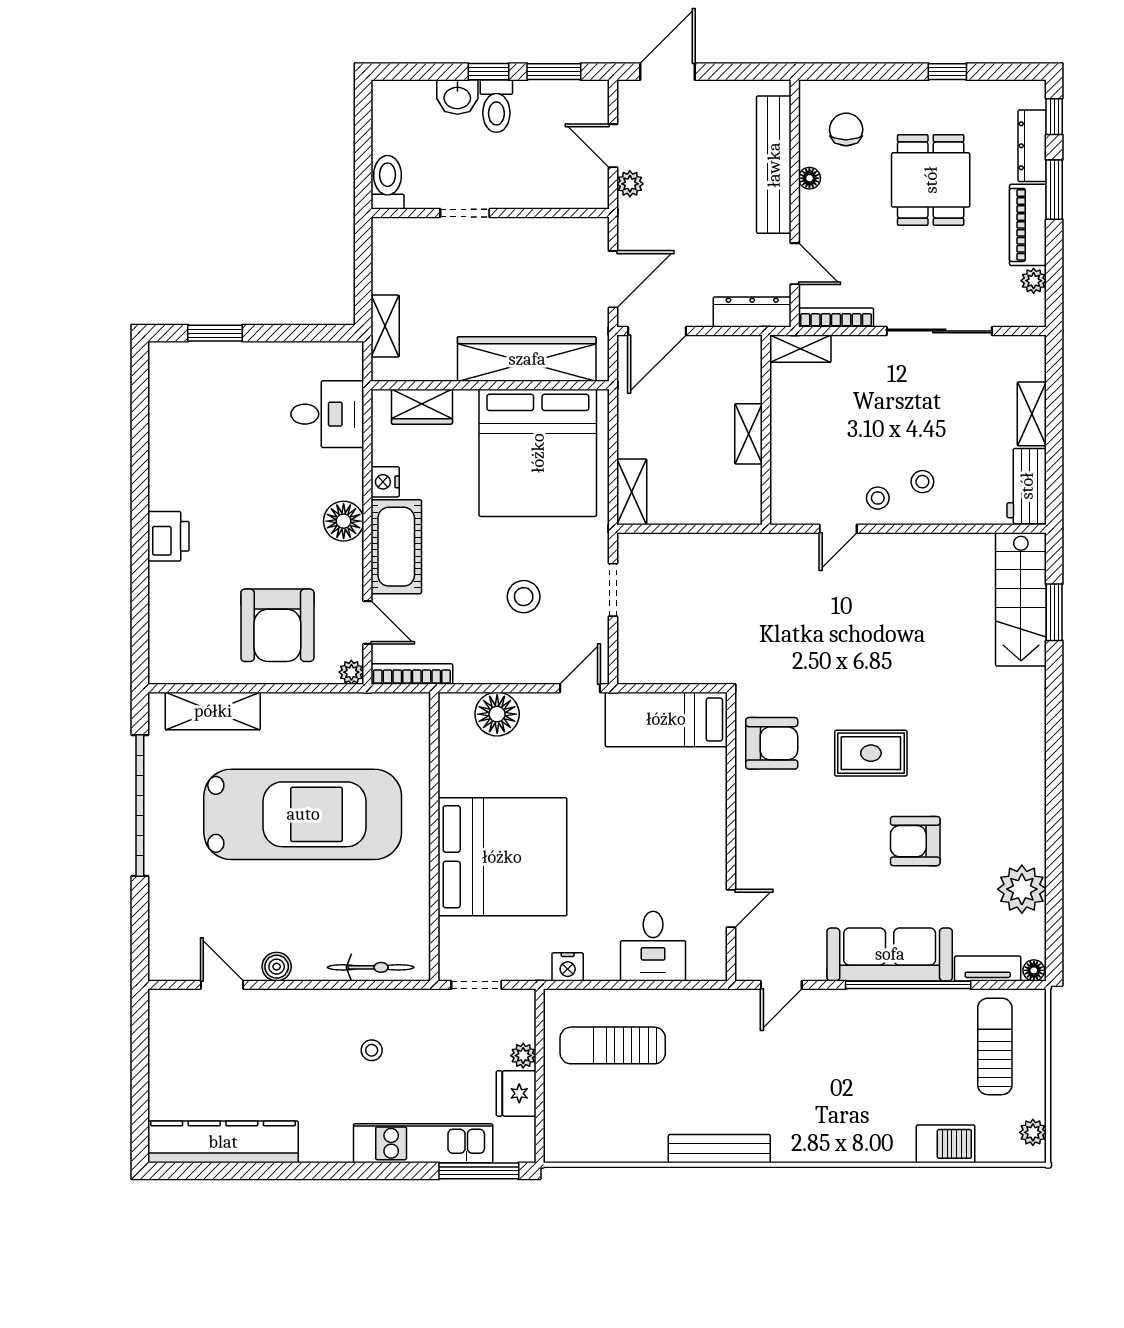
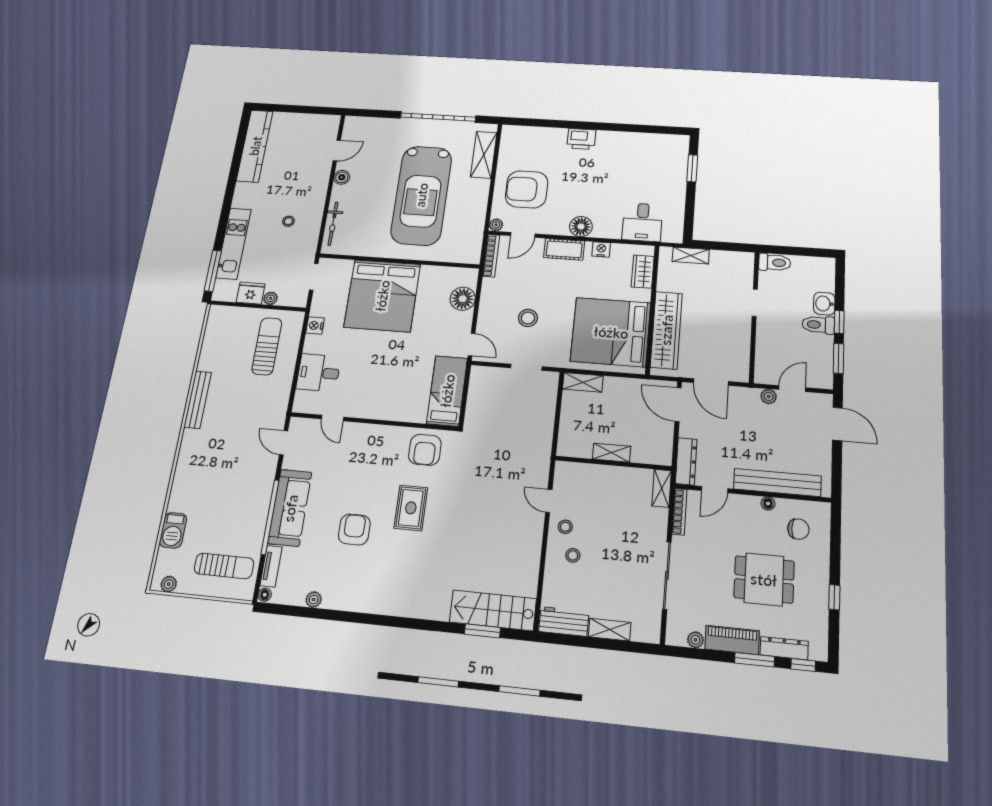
cot: (396, 547) -> (564, 249), width x0.73, depth x0.75
plant: (1022, 889) -> (314, 600), width x0.53, depth x0.53

